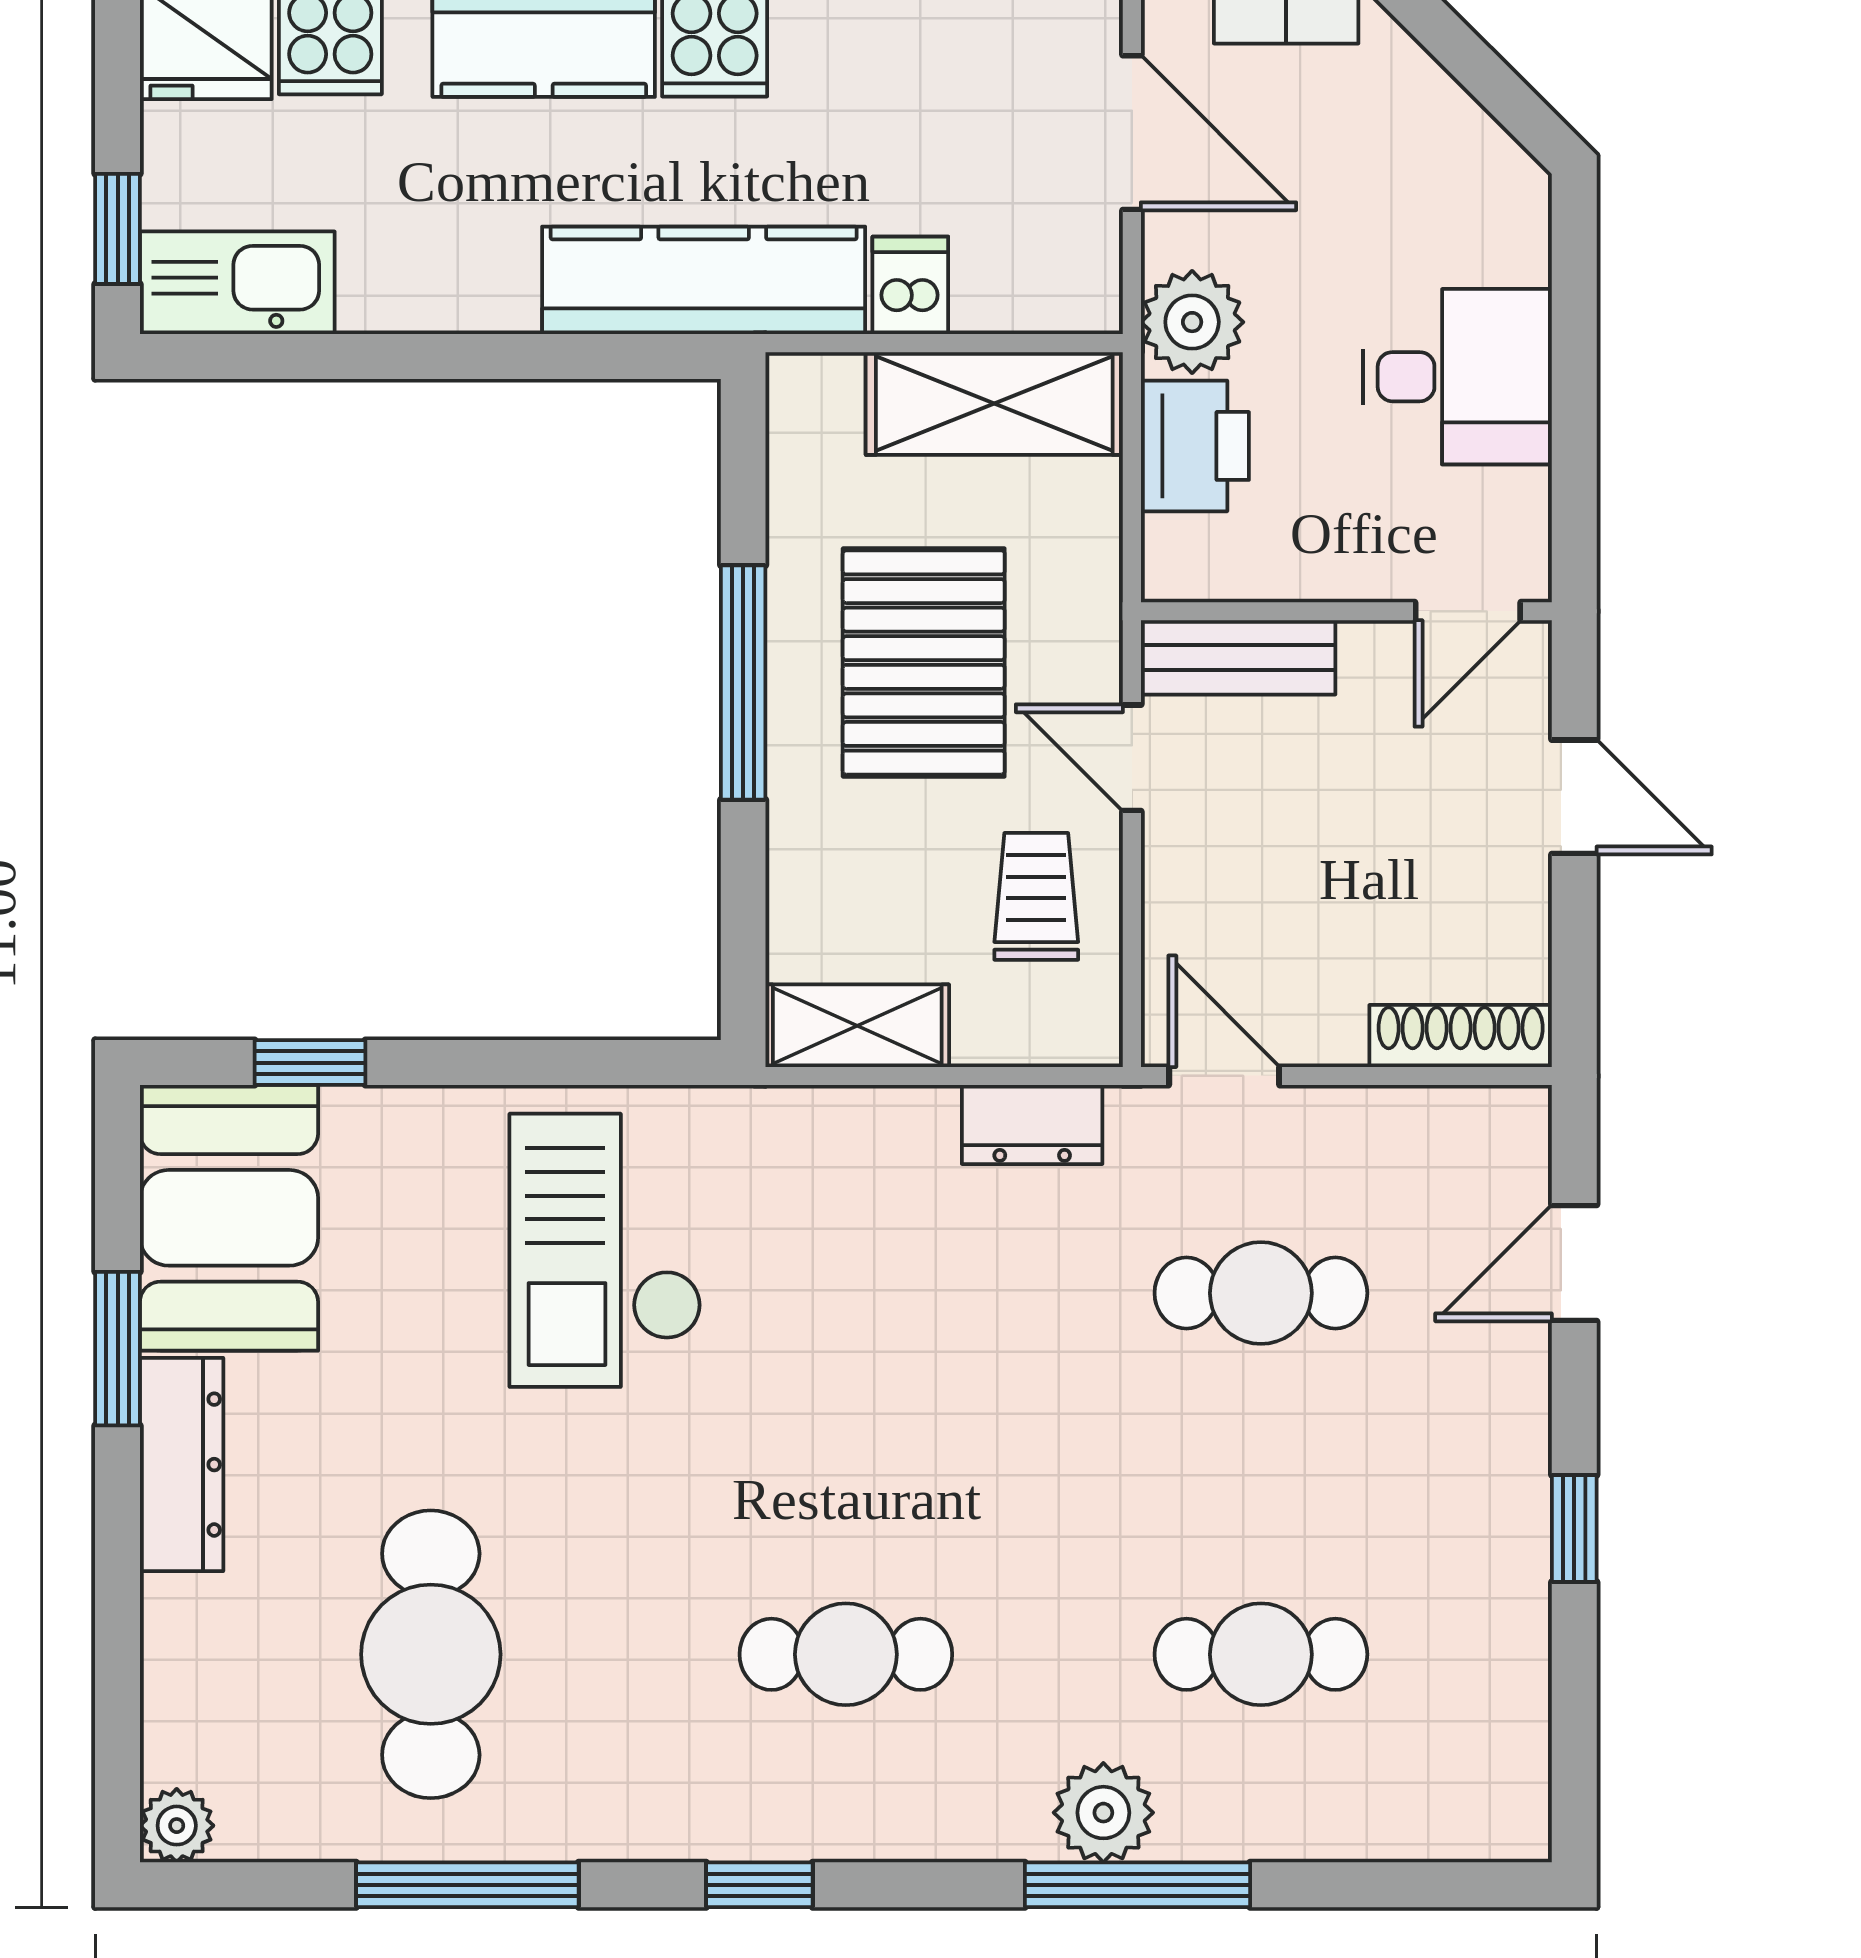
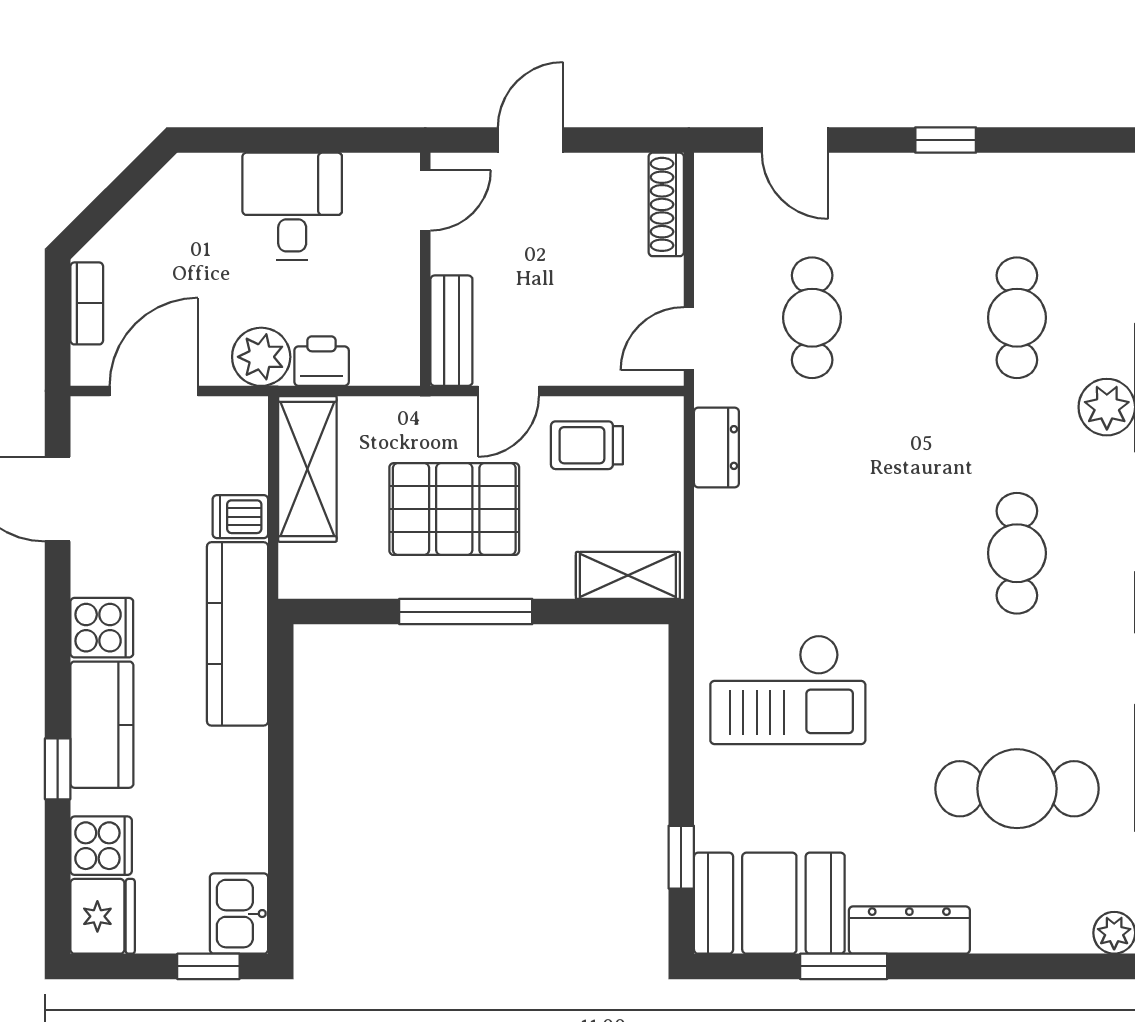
kitchen sink: (237, 283) -> (239, 914), width x0.73
printer: (1195, 446) -> (322, 361), width x0.73, depth x0.81
door: (1468, 611) -> (425, 200), hinge flipped
shelving: (857, 1026) -> (628, 575), moved, turned 90

